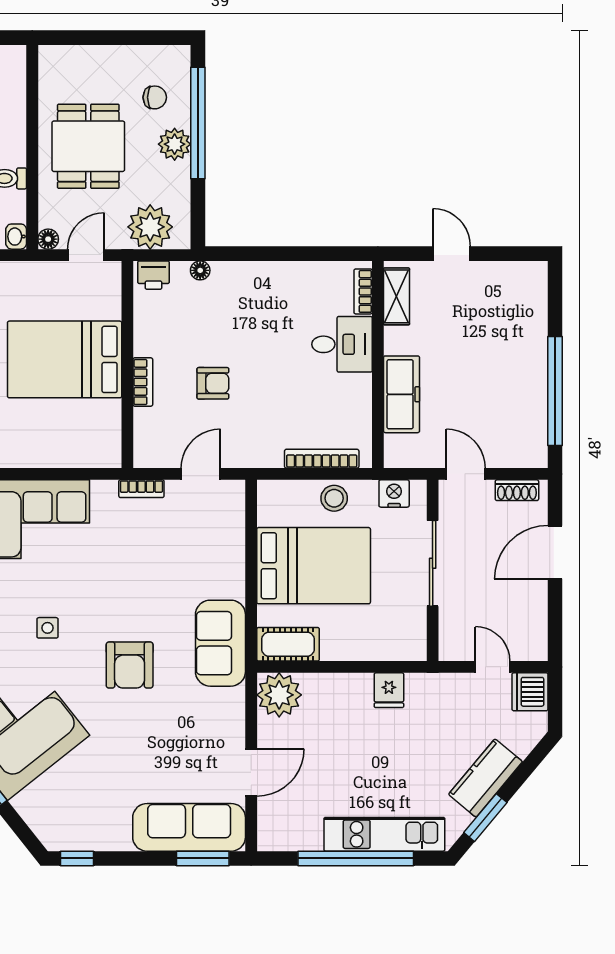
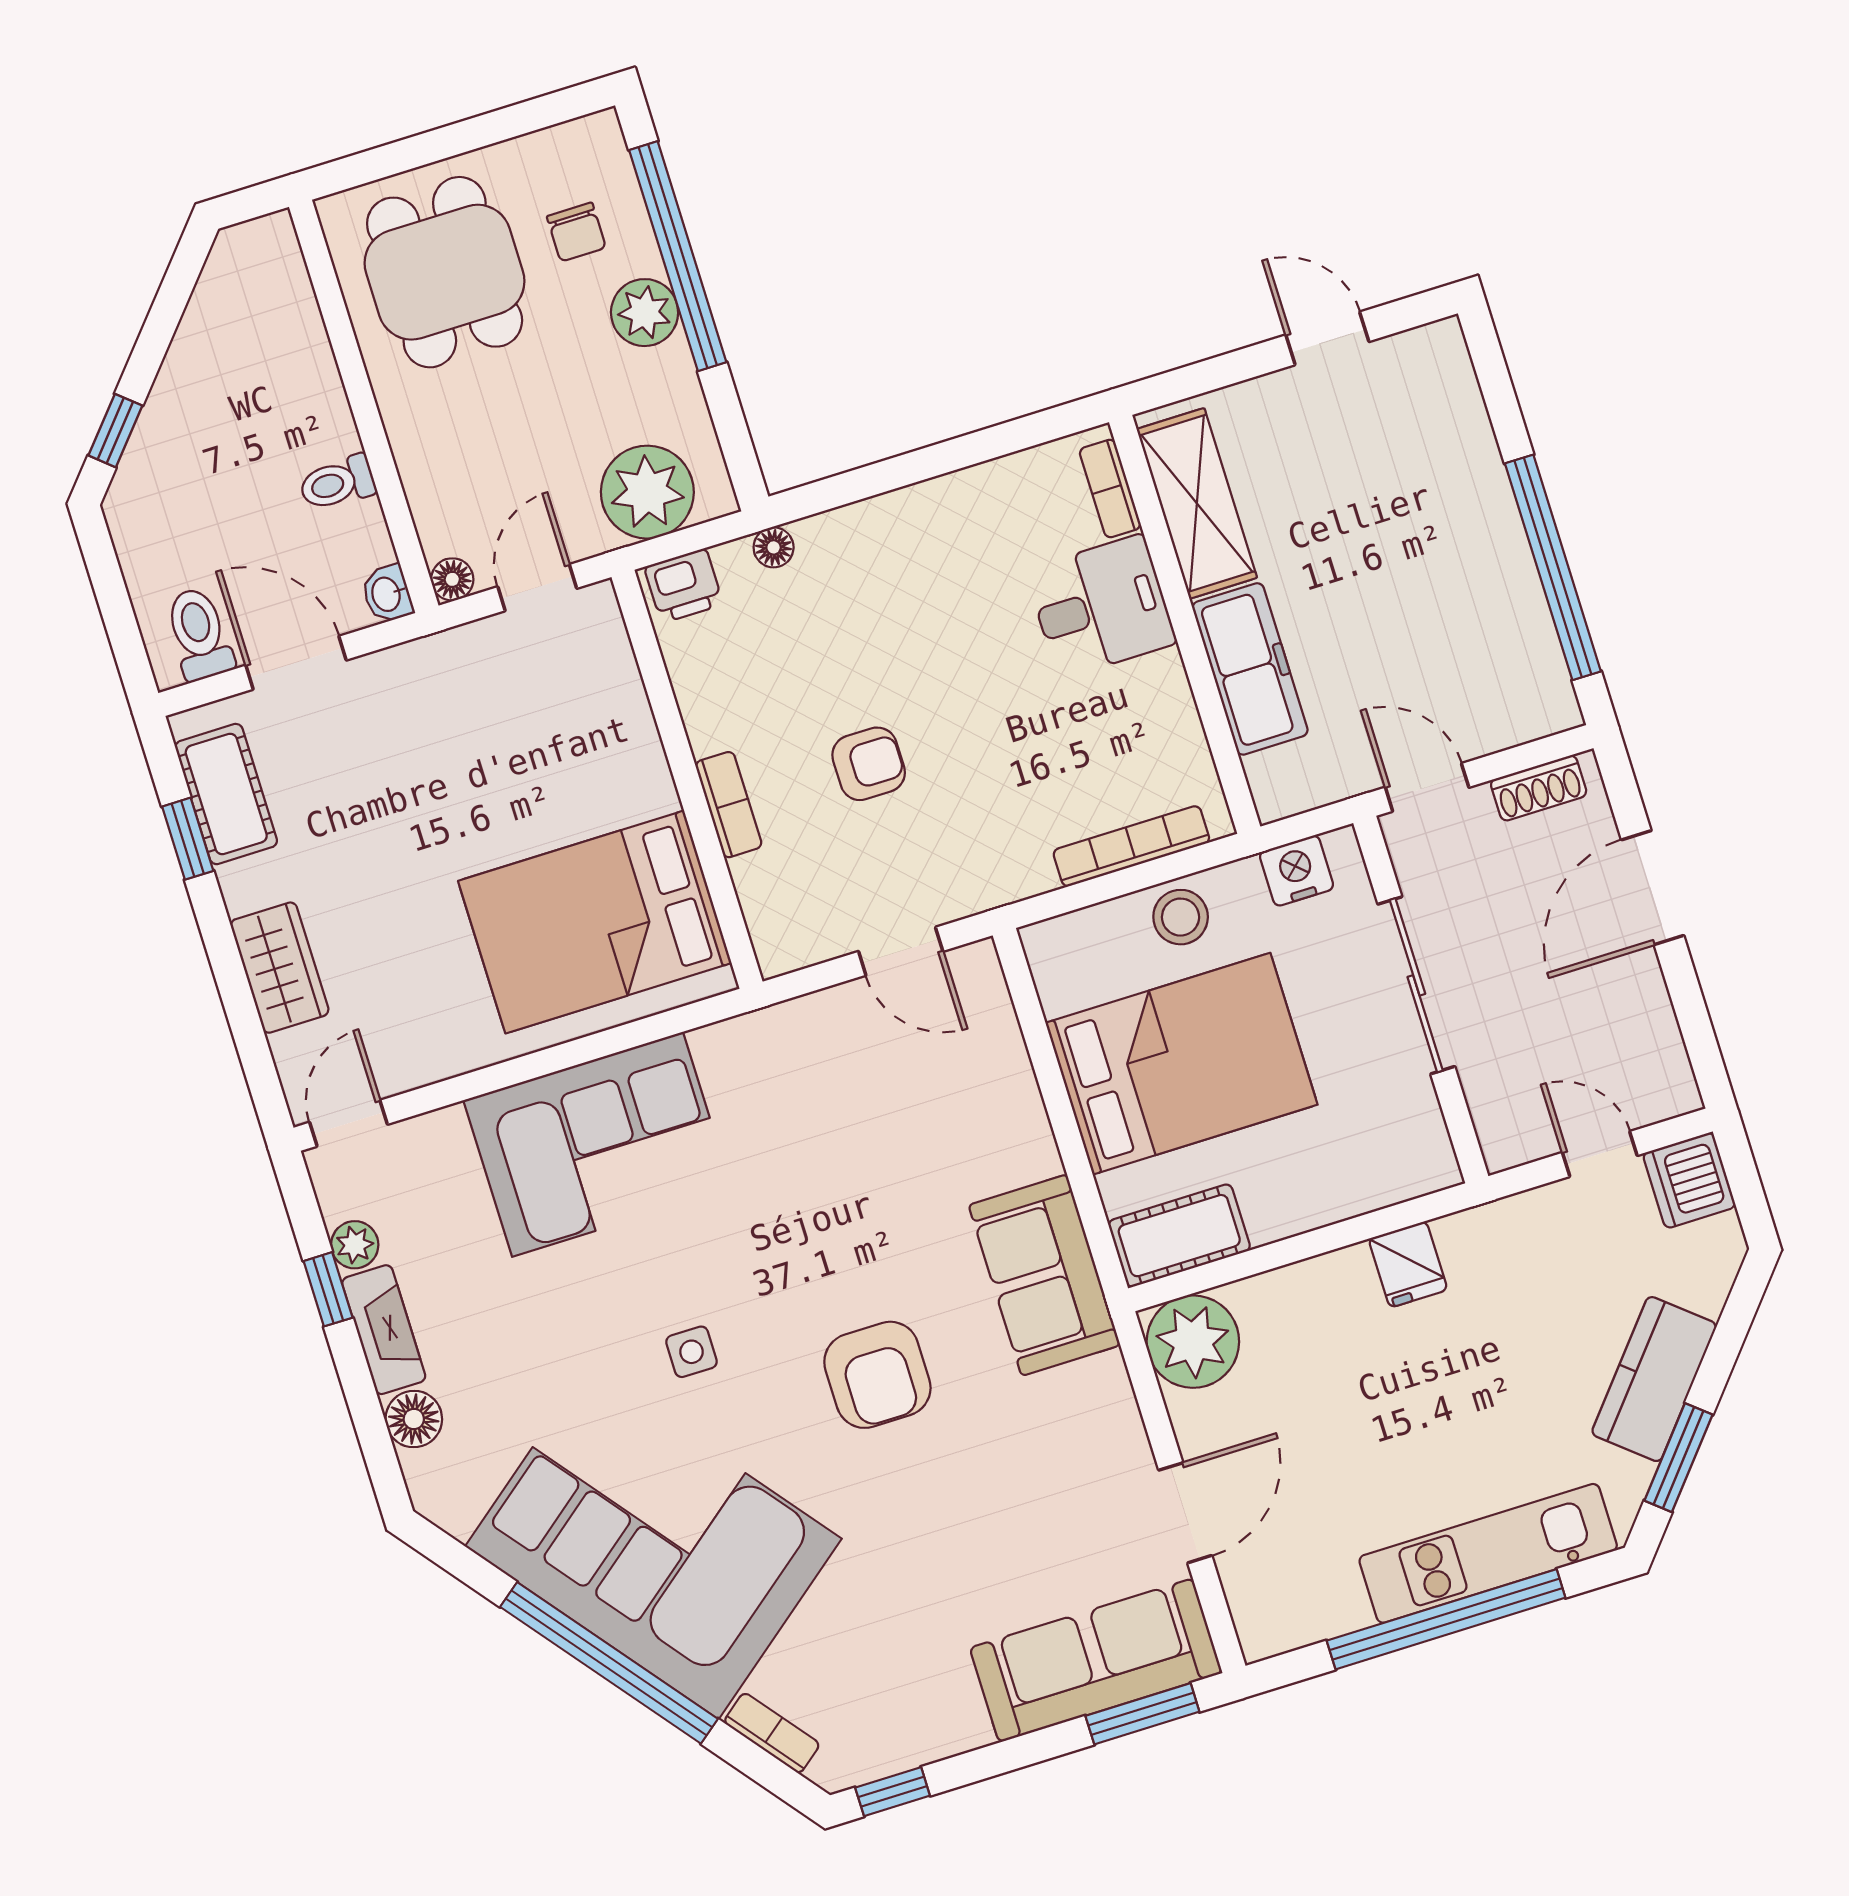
chair: (155, 97) -> (576, 232), turned 90
dining table: (88, 146) -> (445, 272), moved
door: (452, 254) -> (1327, 338), moved
shelving: (396, 296) -> (1197, 503), width x1.50, depth x1.33
bed: (65, 359) -> (595, 922), moved
door: (201, 474) -> (901, 951), swing flipped
bookcase: (141, 489) -> (772, 1733), moved, turned -128

